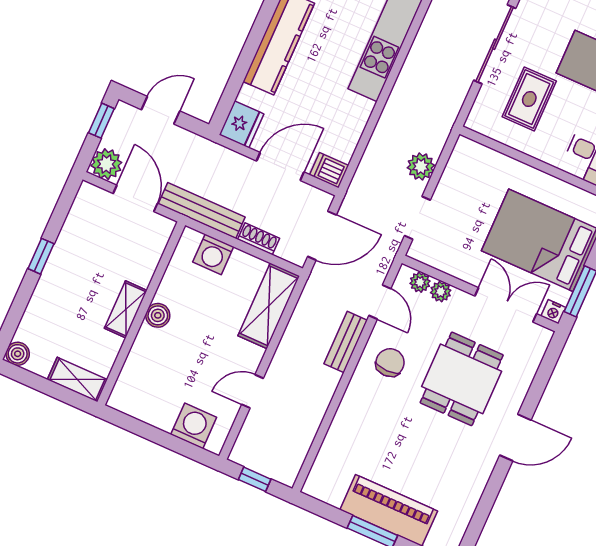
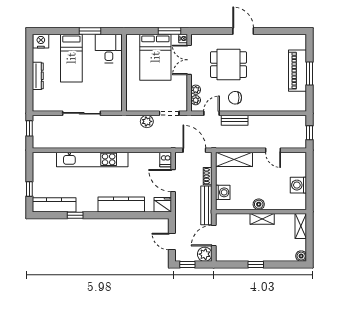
rug: (529, 99) -> (98, 89), removed
washing machine: (194, 426) -> (298, 185), moved

